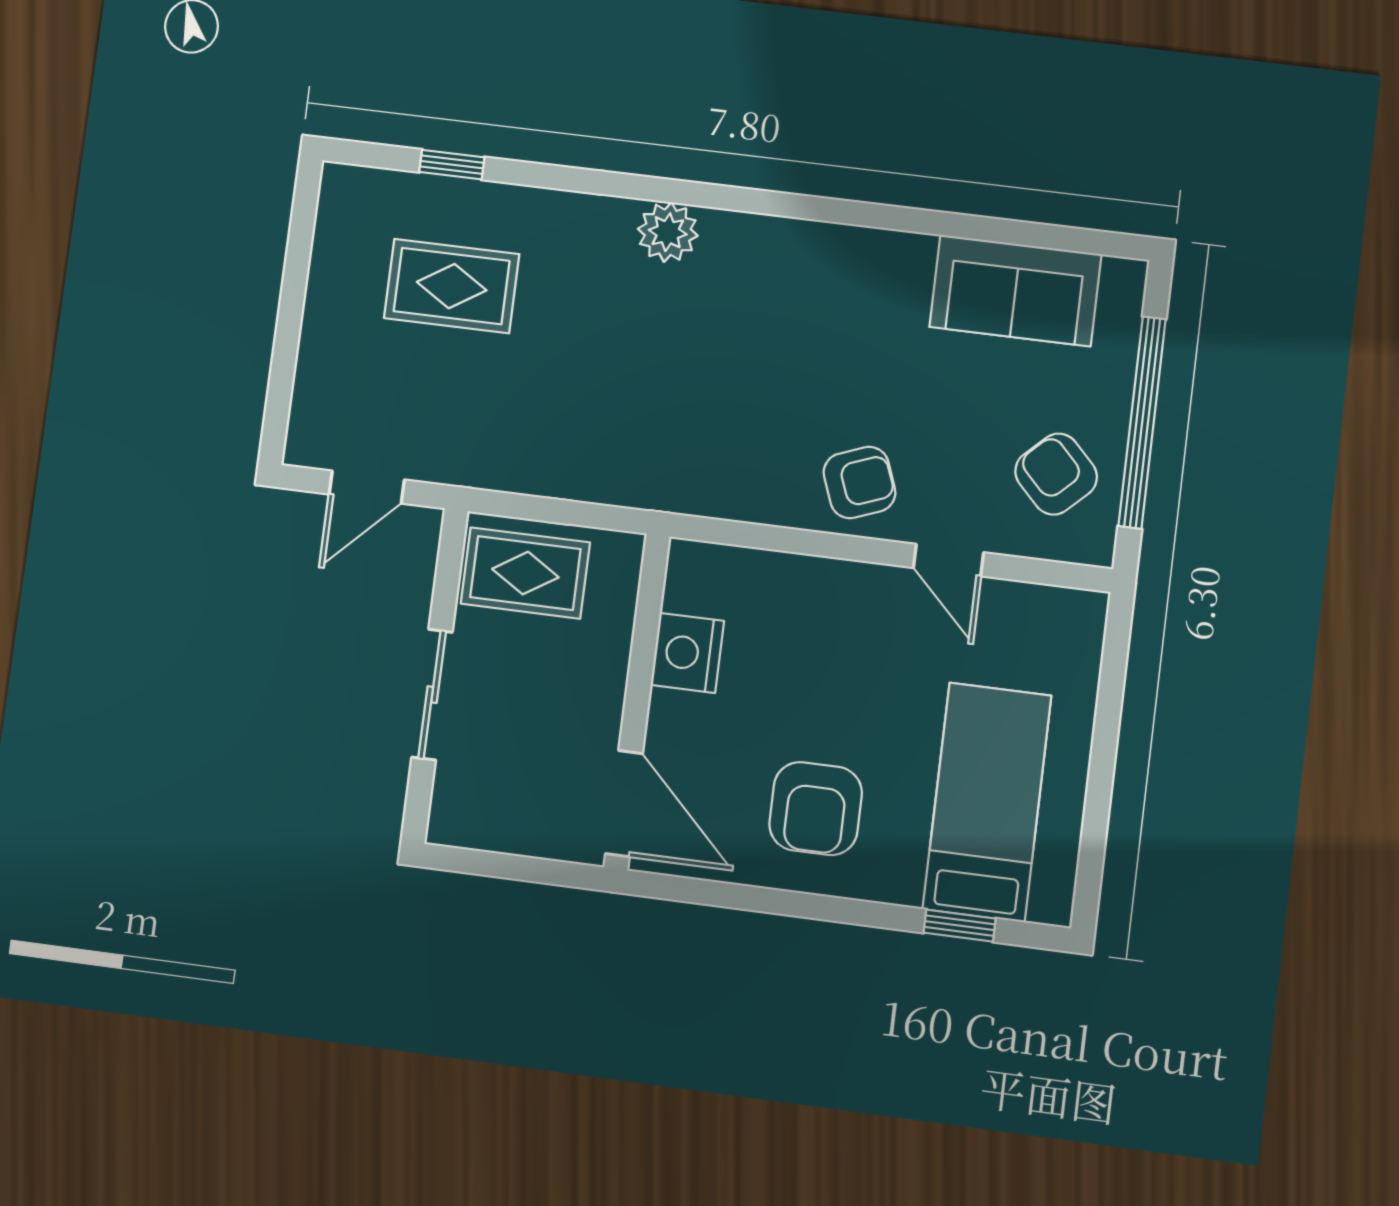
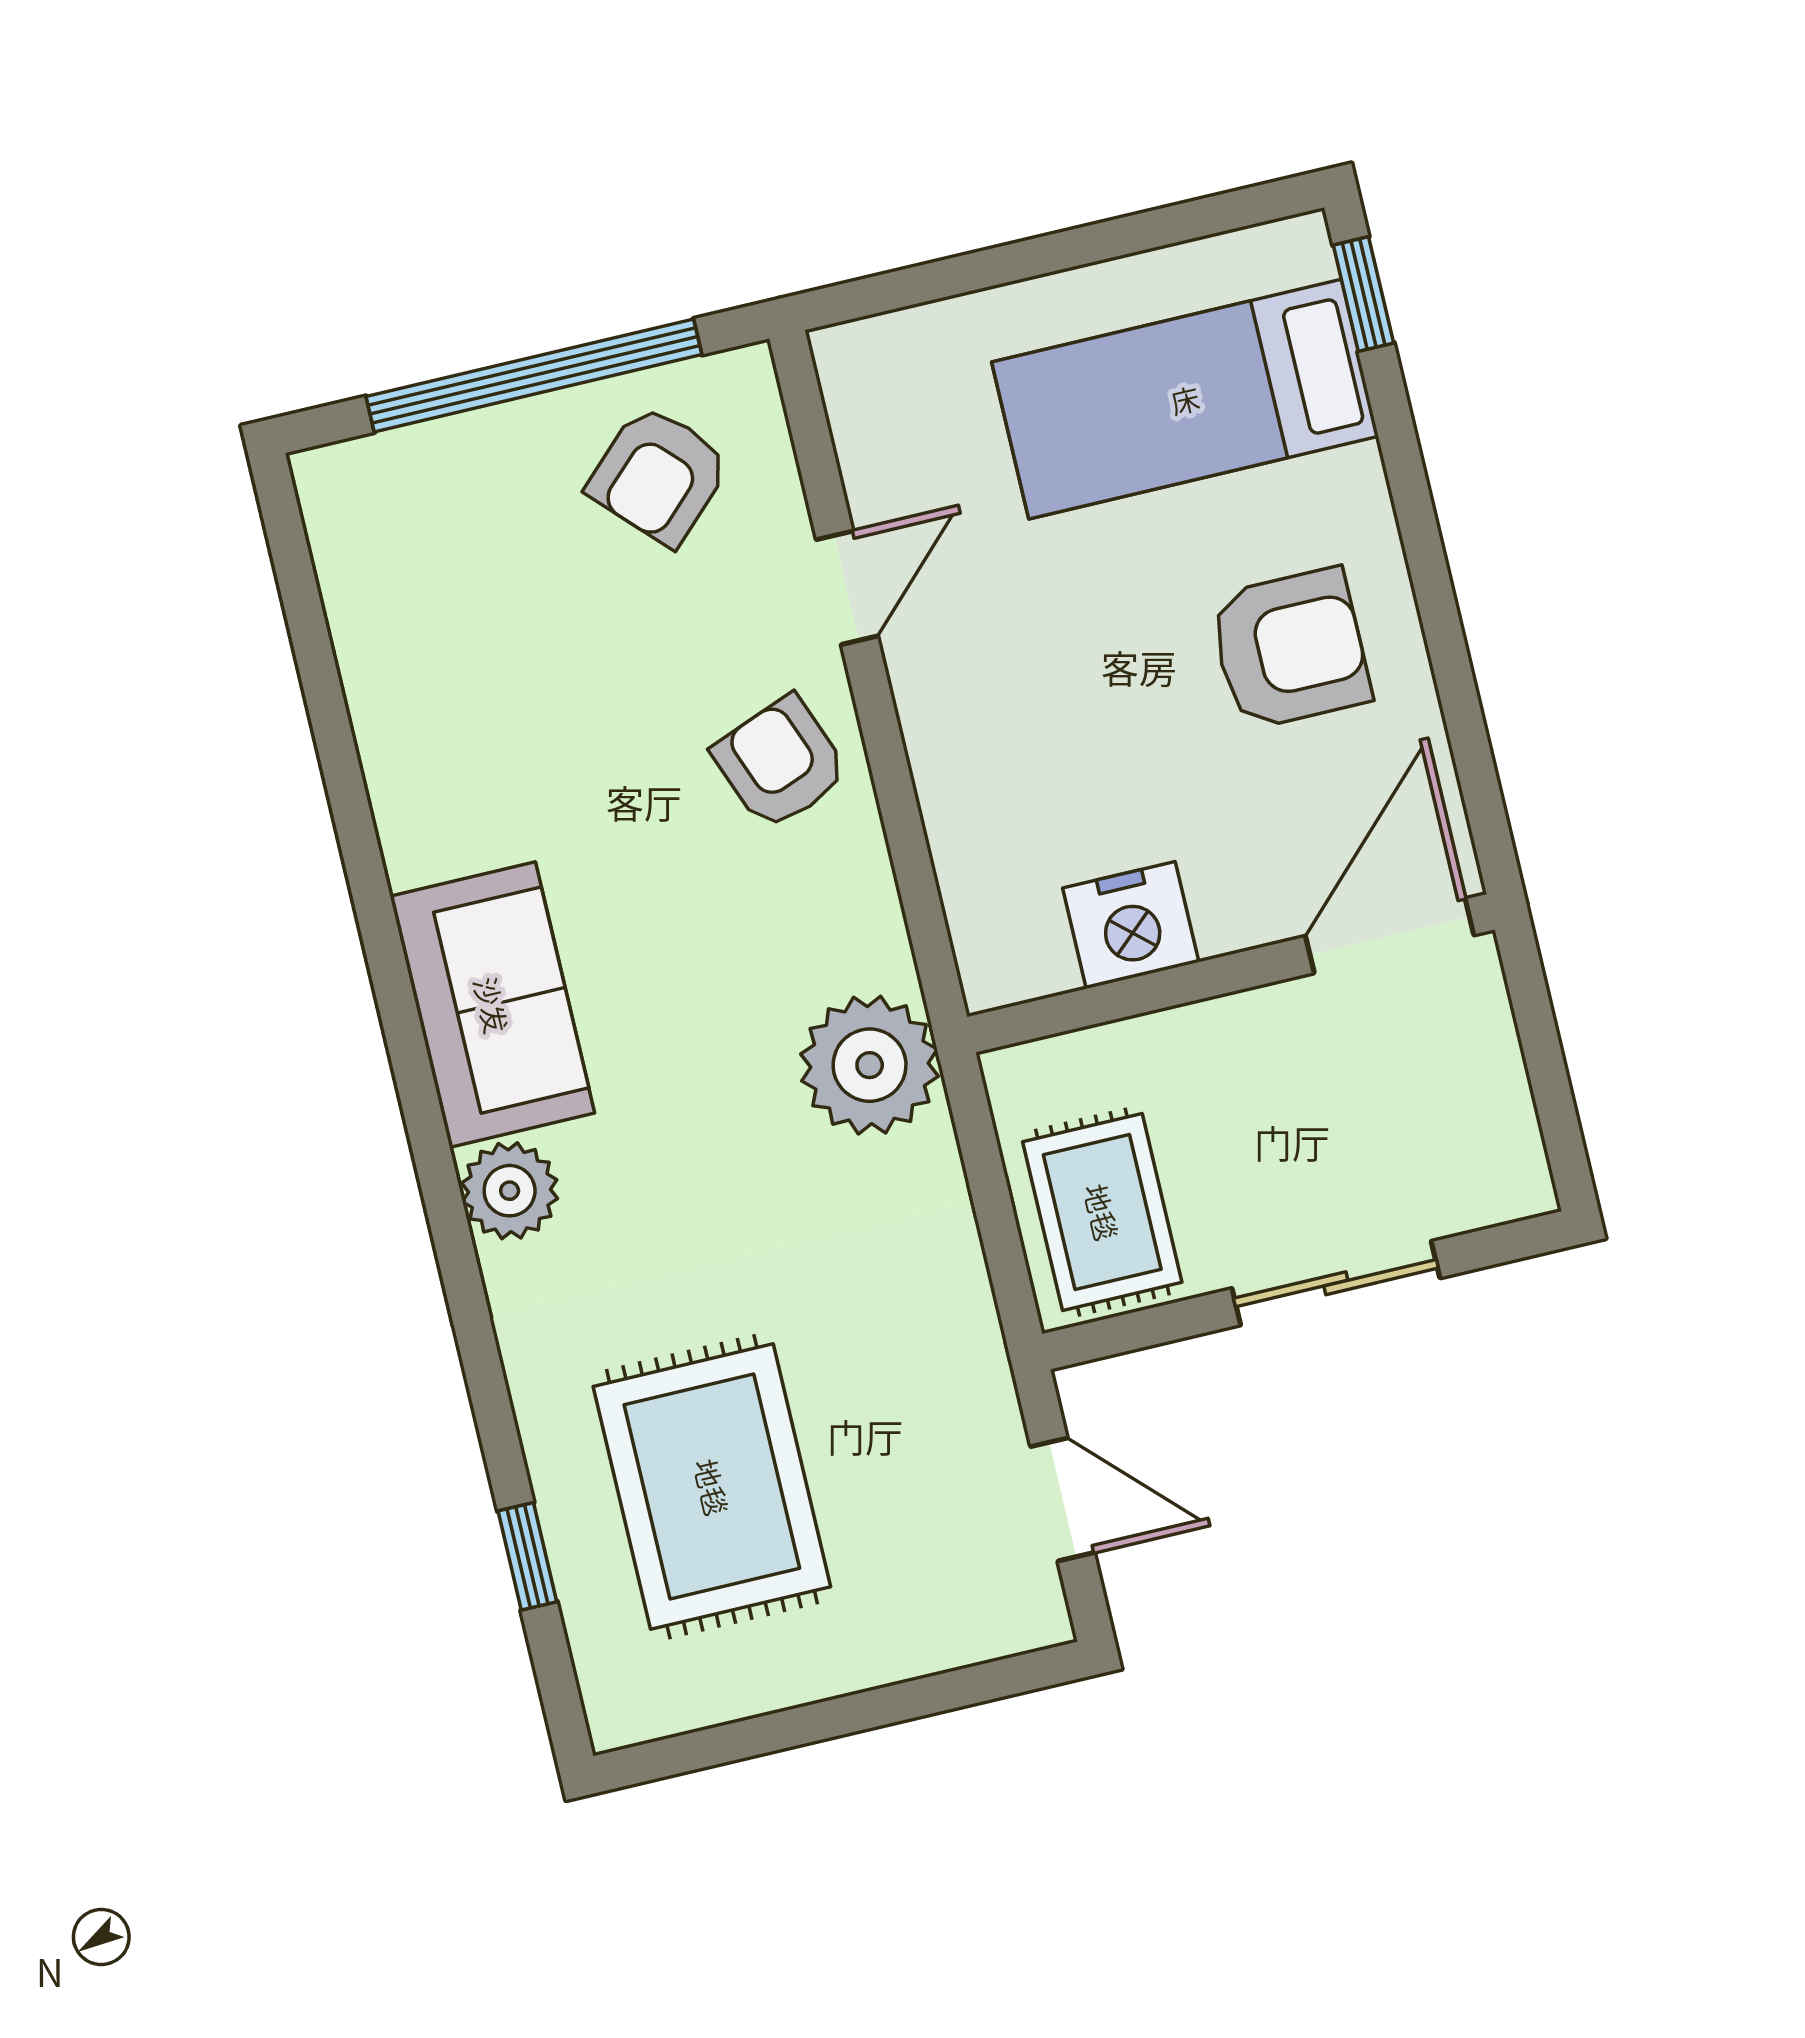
rug: (452, 286) -> (712, 1487), width x1.36, depth x1.43
sofa: (1015, 291) -> (492, 1005), moved
plant: (662, 469) -> (870, 1065), added
window: (960, 926) -> (1363, 294), moved

